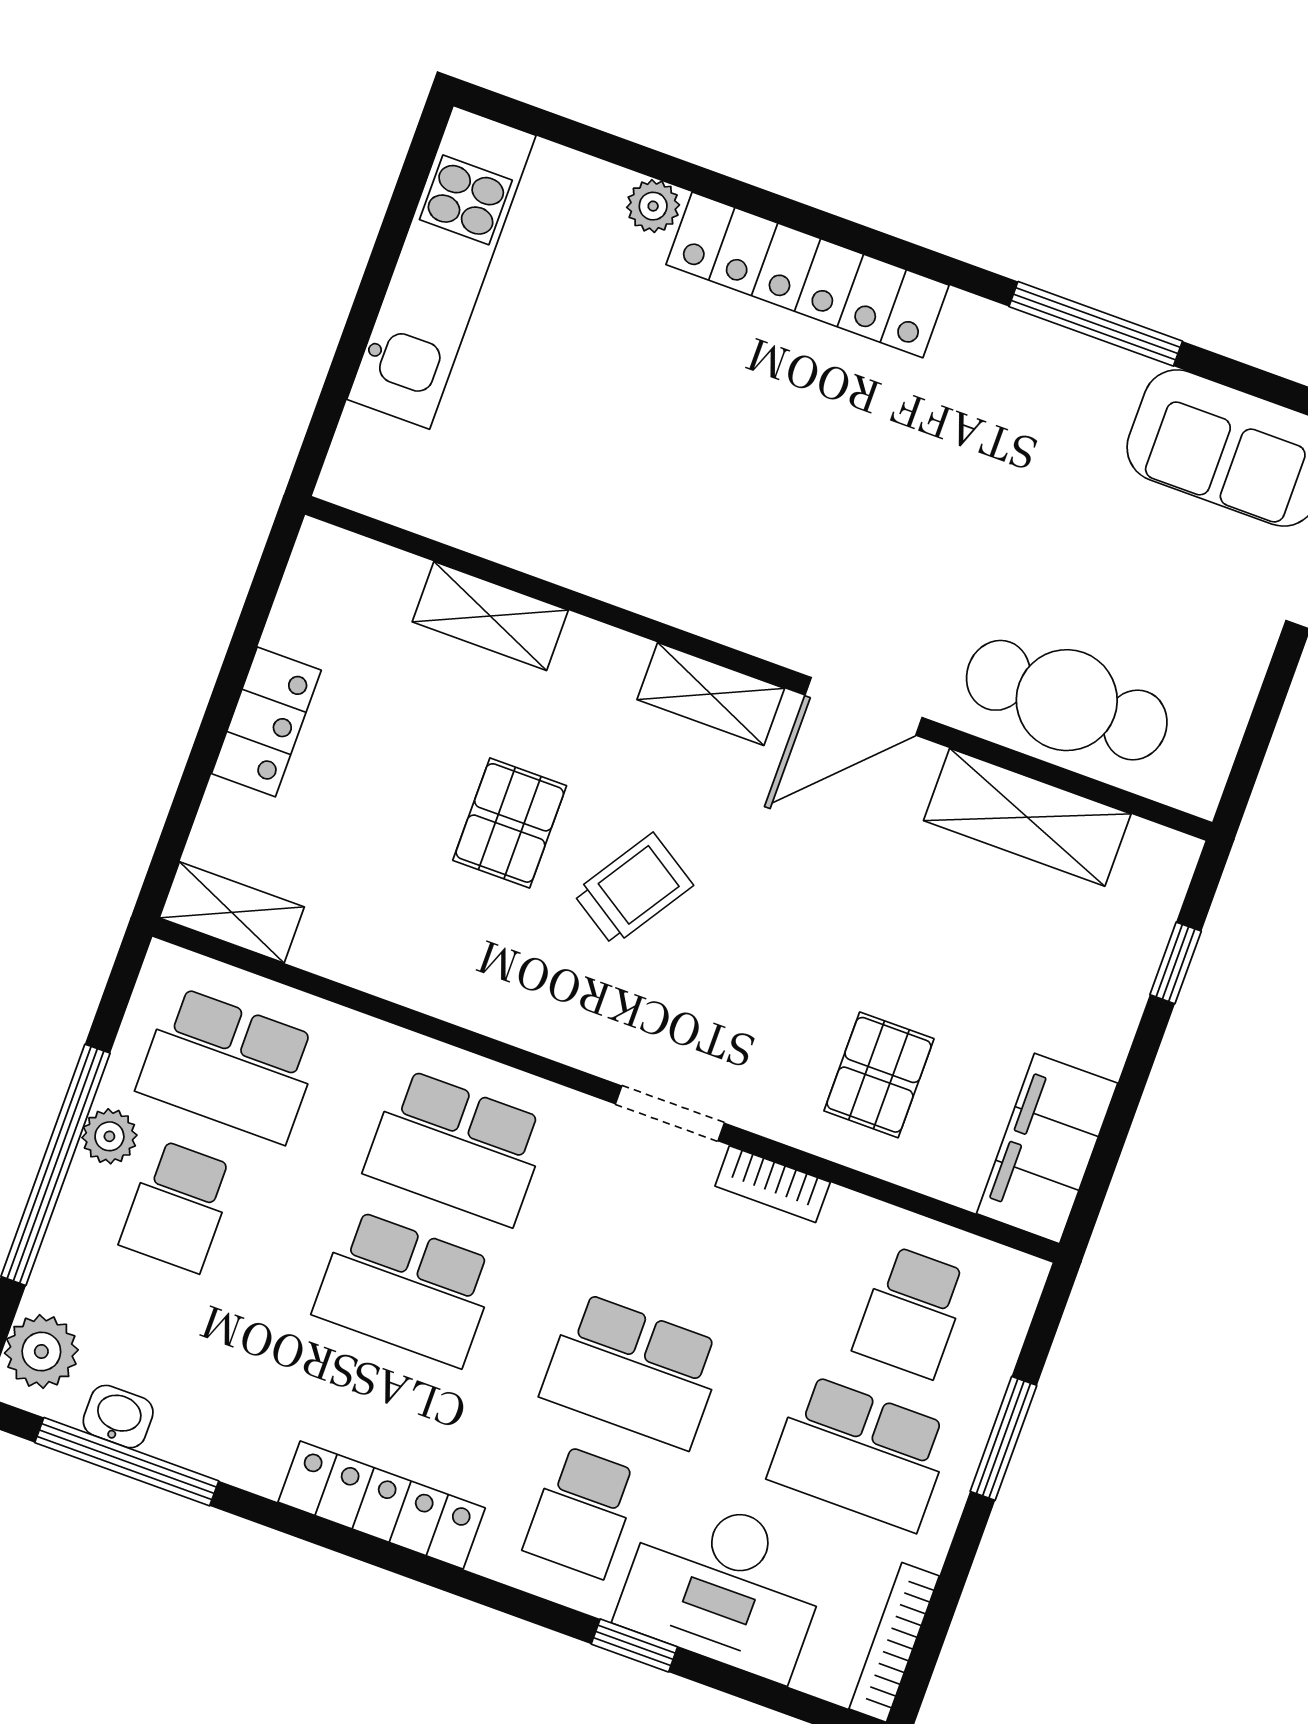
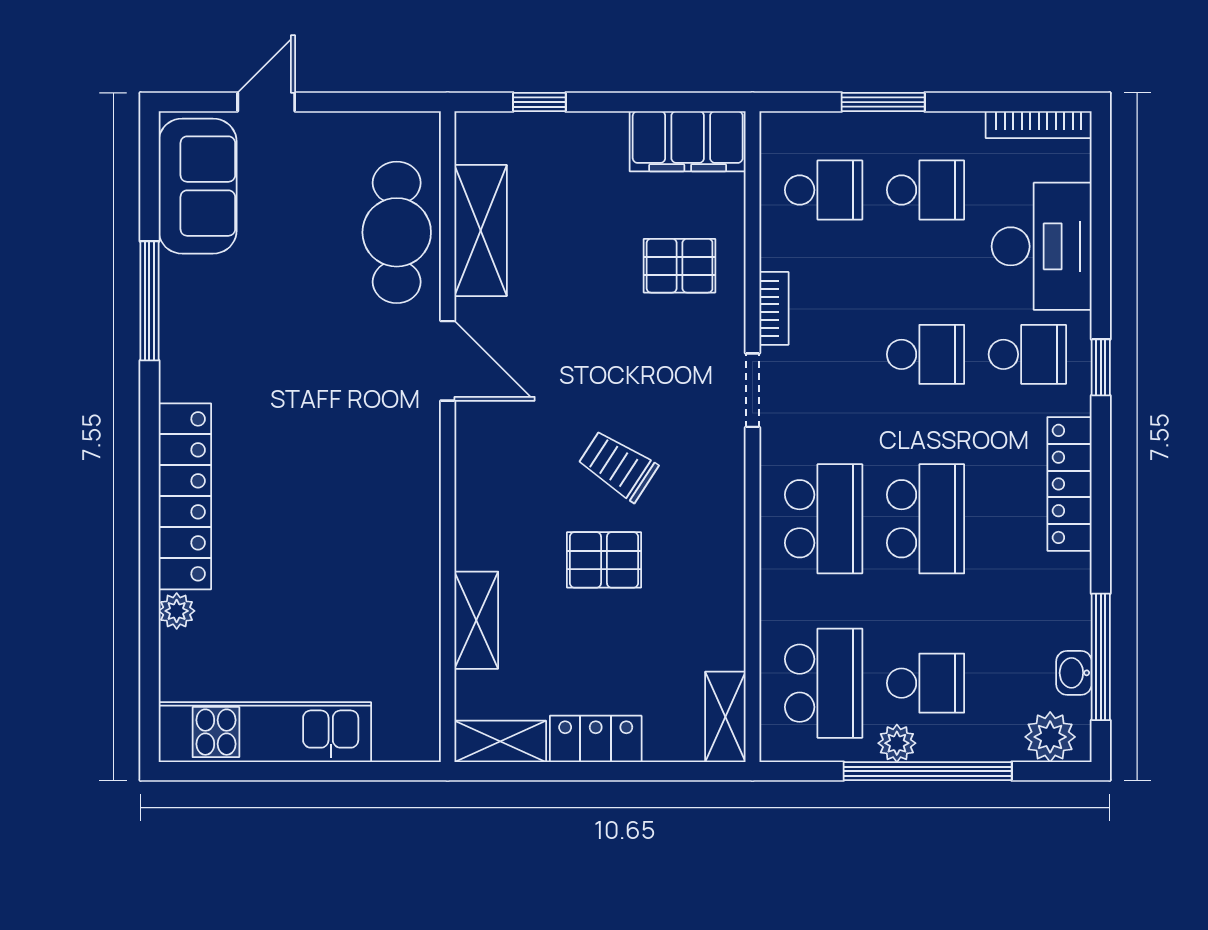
shelving: (711, 694) -> (500, 741), moved, turned 90
school desk: (633, 1371) -> (926, 354), width x0.54
school desk: (860, 1453) -> (926, 190), width x0.54
window: (634, 1645) -> (1101, 367), moved

